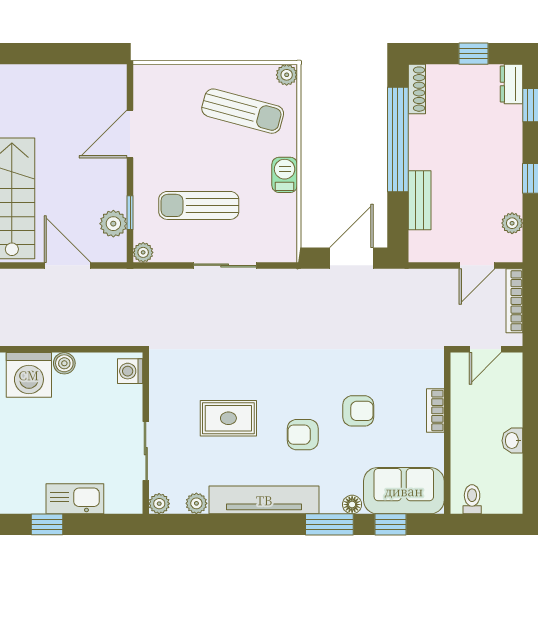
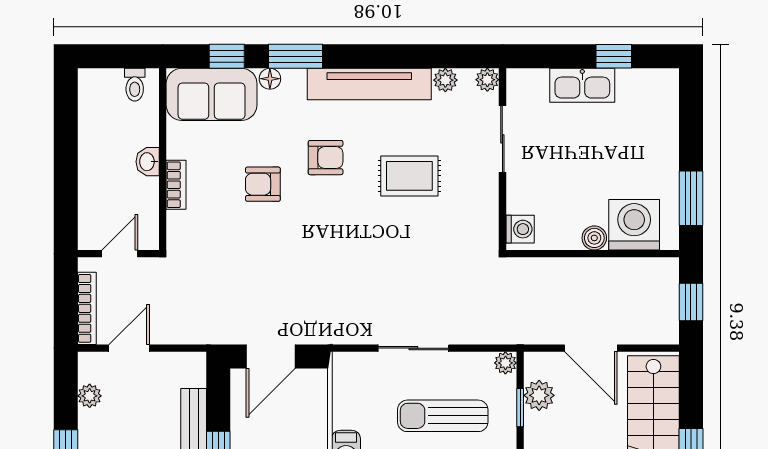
sun lounger: (199, 205) -> (443, 416), turned 180
washbasin: (512, 441) -> (148, 162), moved, turned 180

